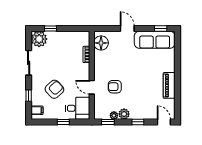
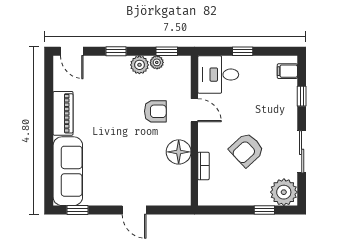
sofa: (155, 40) -> (68, 171), moved, turned 90
floor lamp: (101, 43) -> (179, 152), moved
armchair: (54, 89) -> (247, 150), moved

